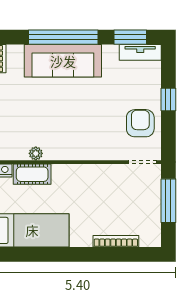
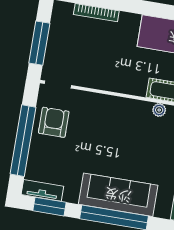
window: (168, 99) -> (23, 141), width x3.17
armchair: (140, 123) -> (54, 122), turned 180

